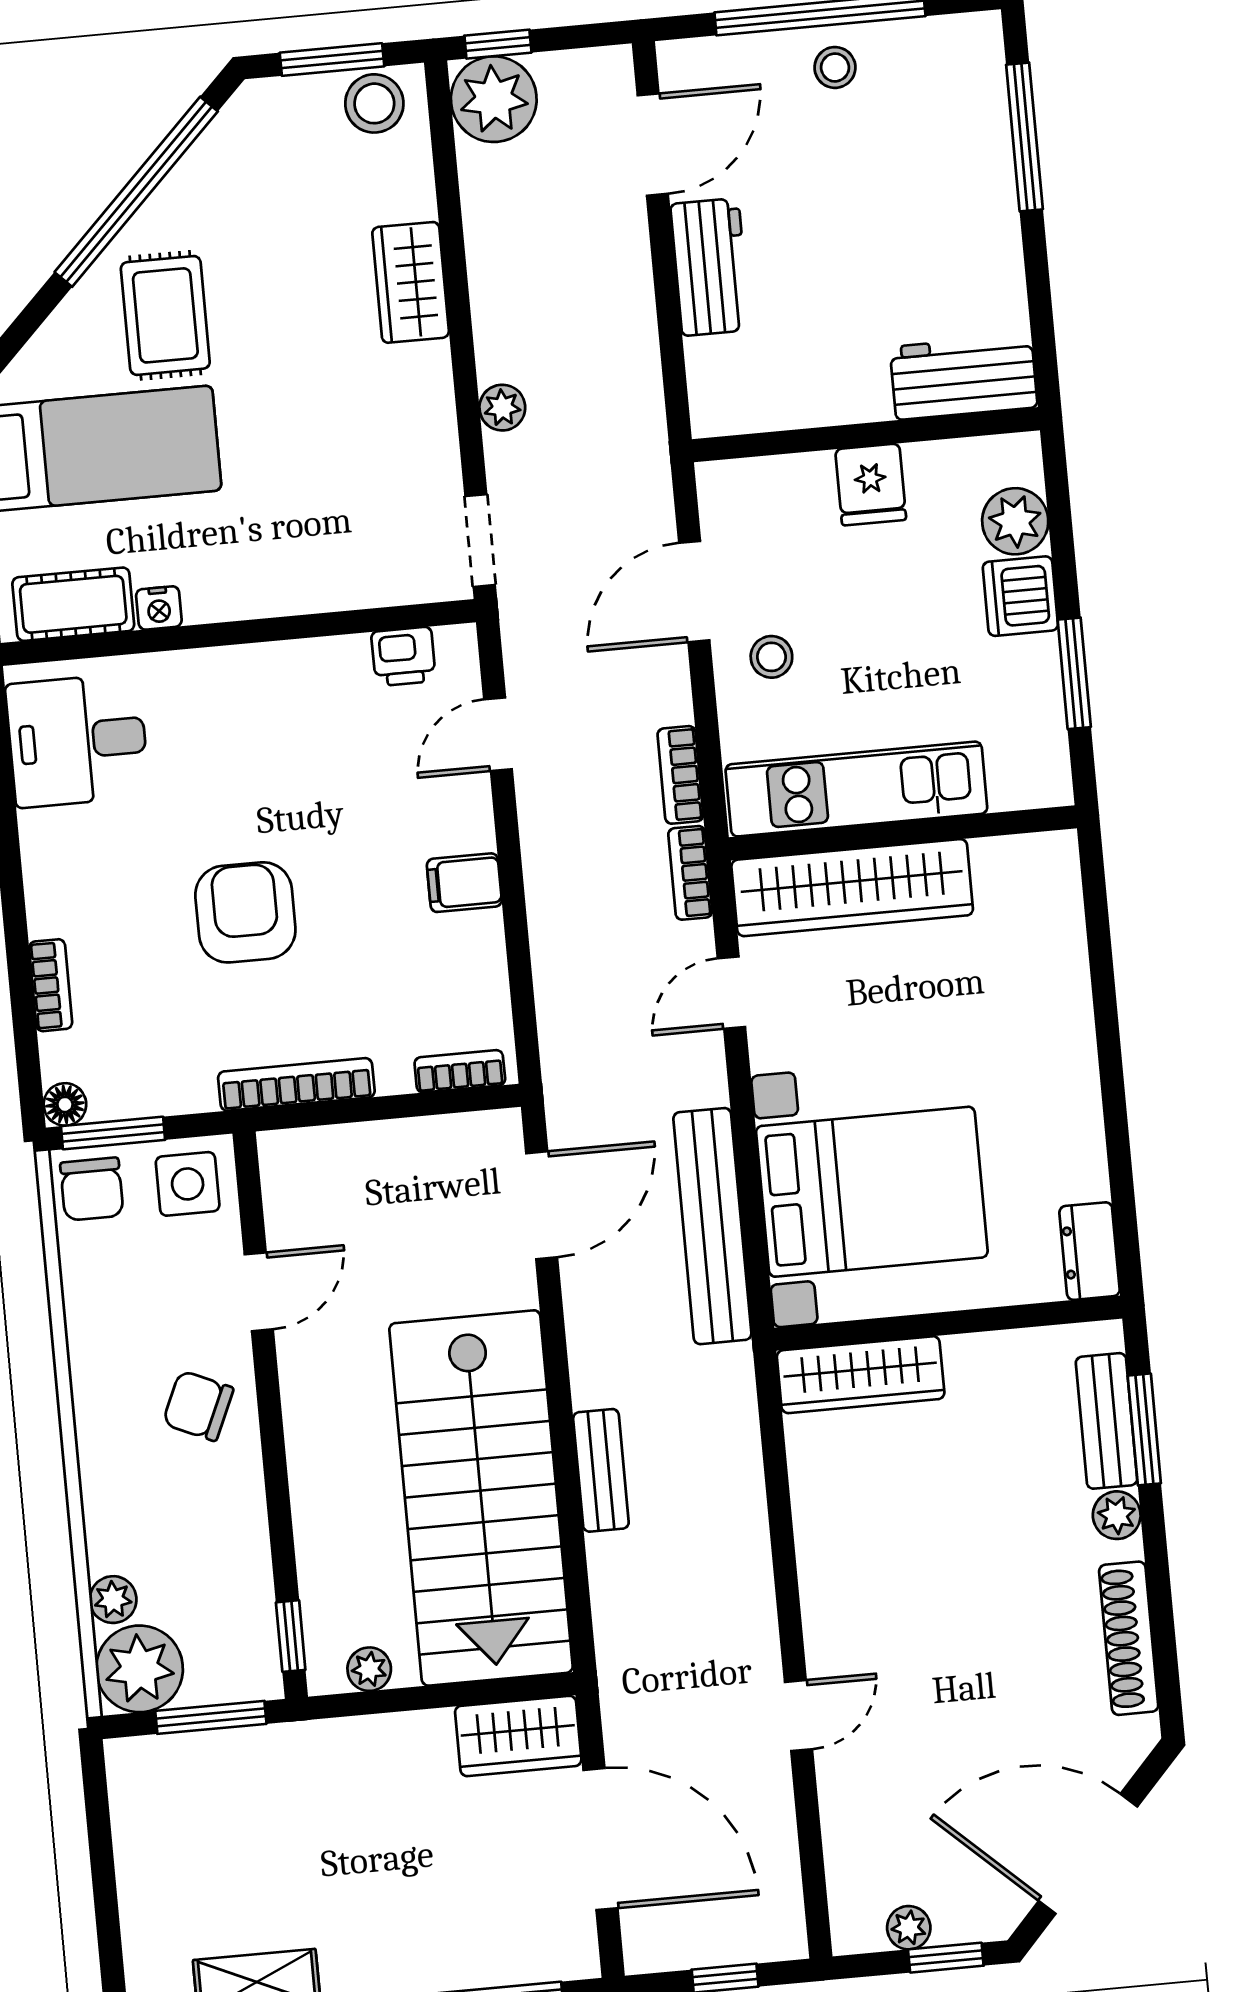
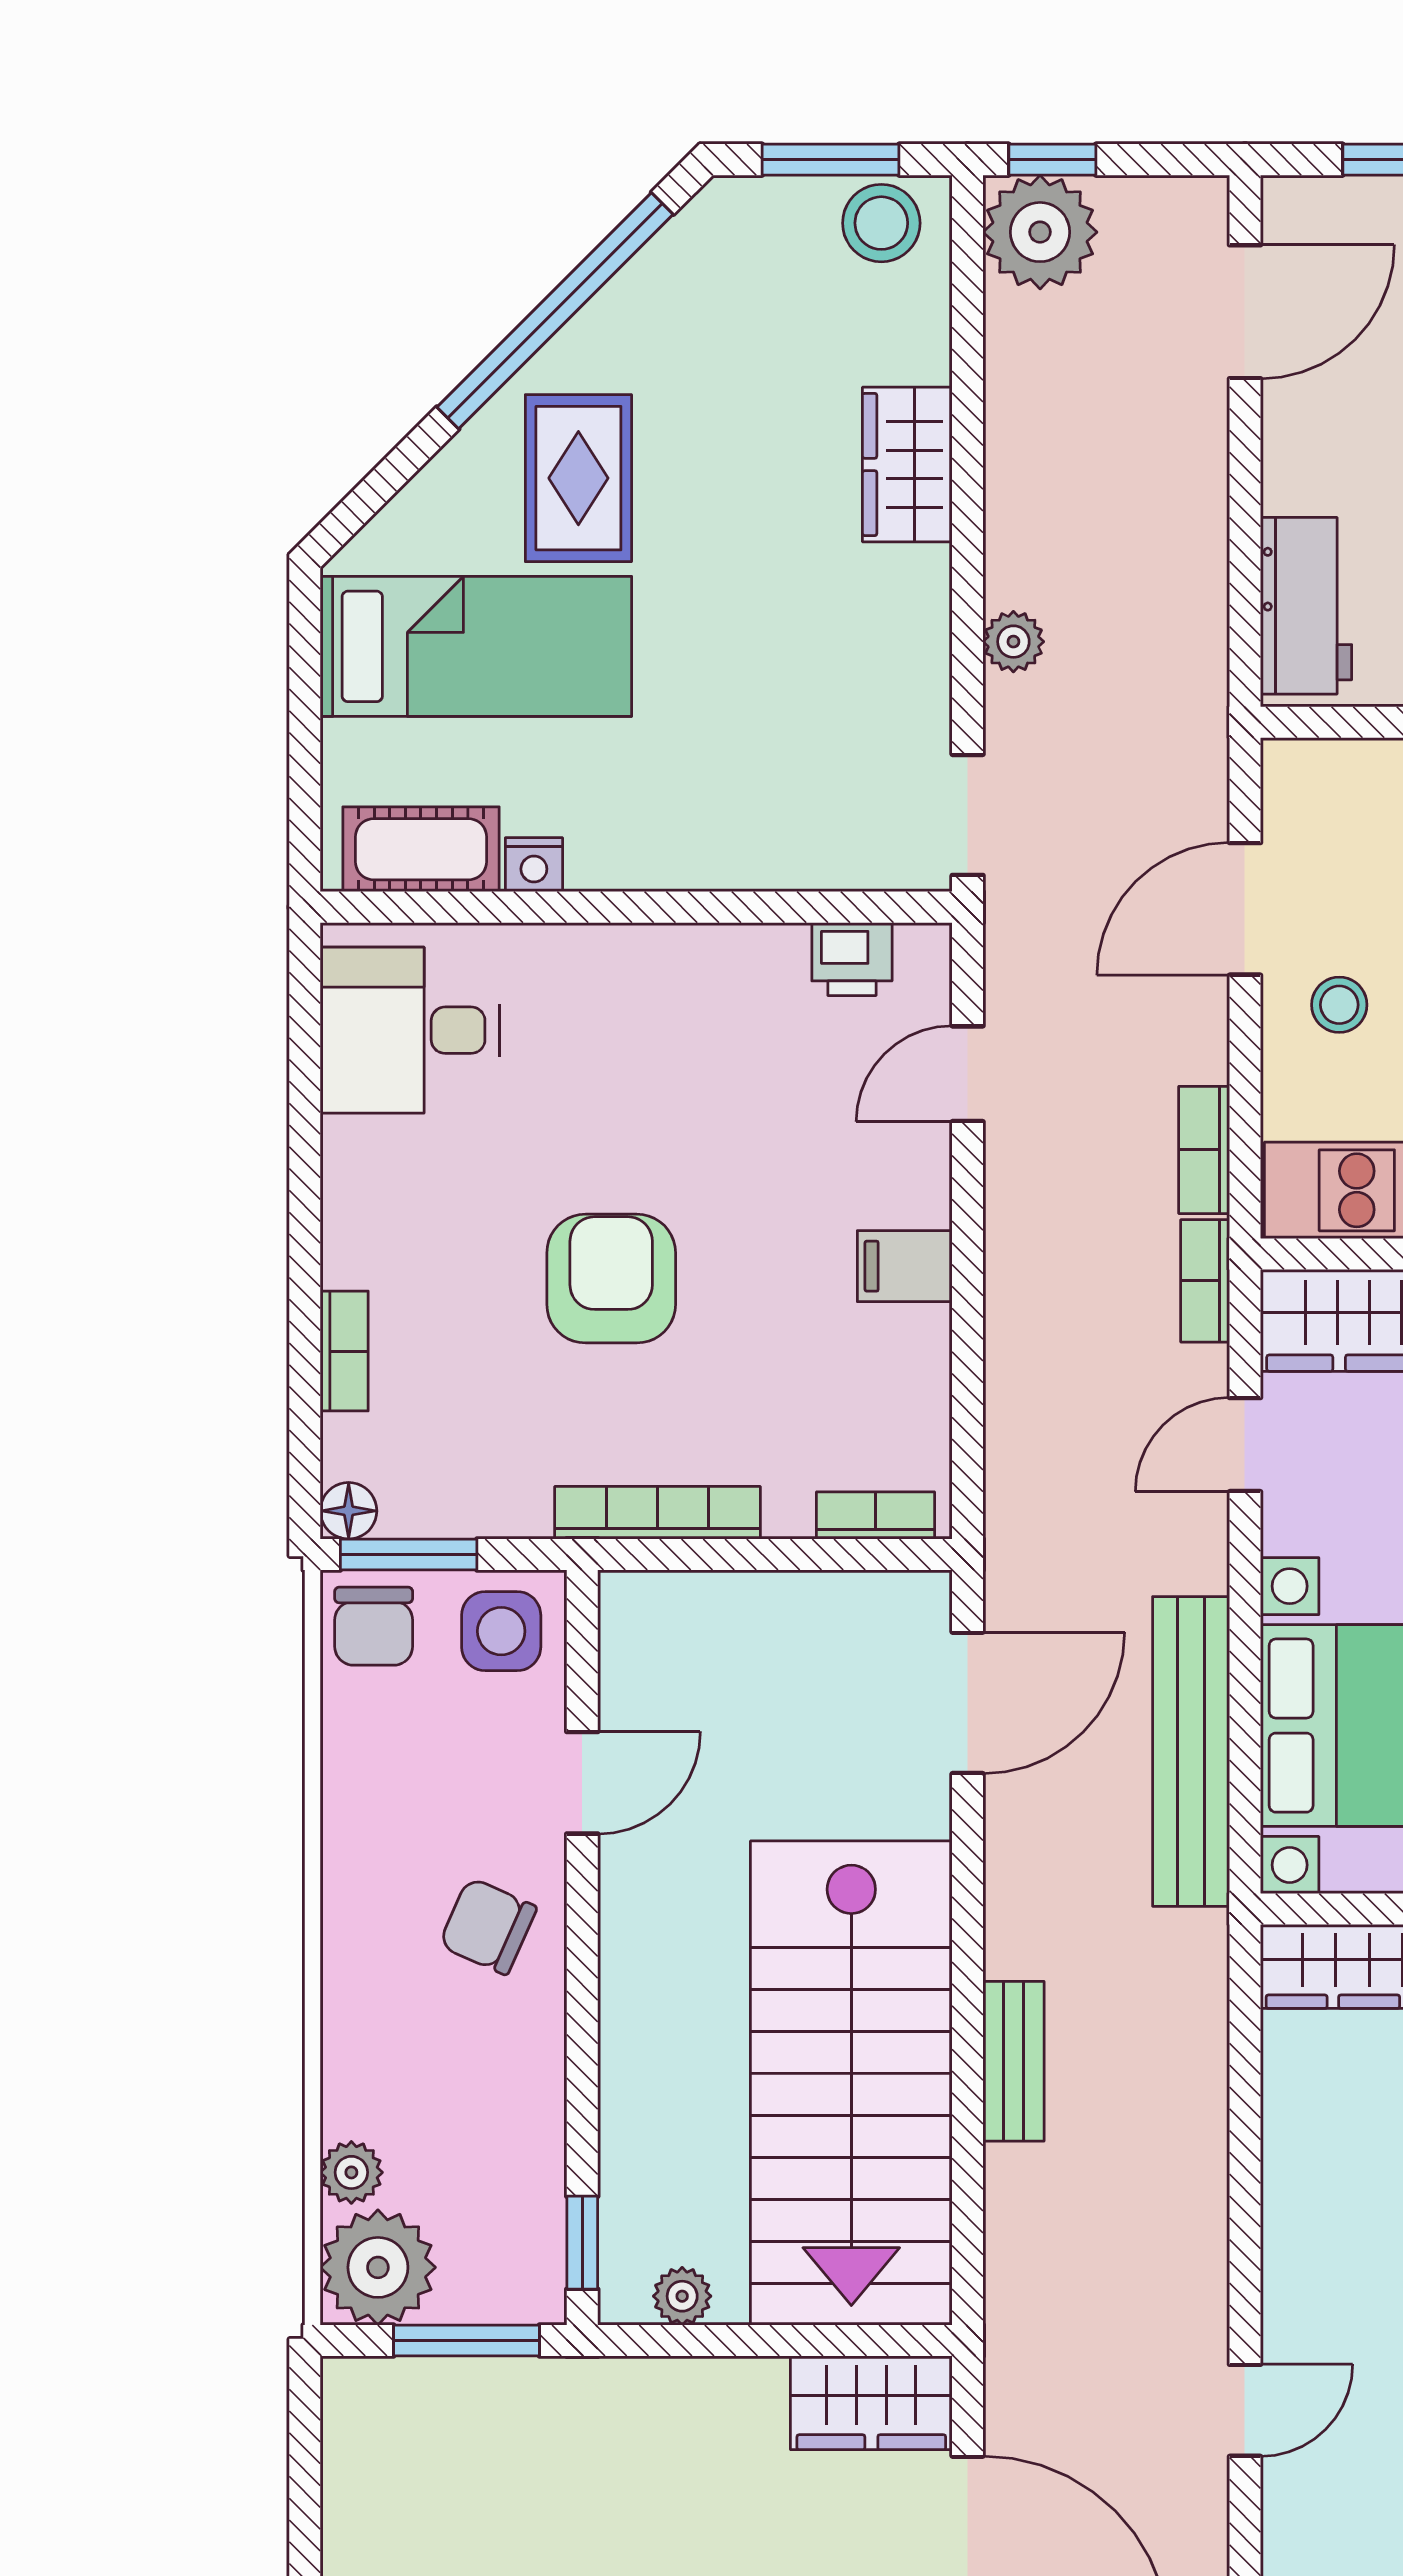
workbench: (710, 267) -> (1306, 606), moved

